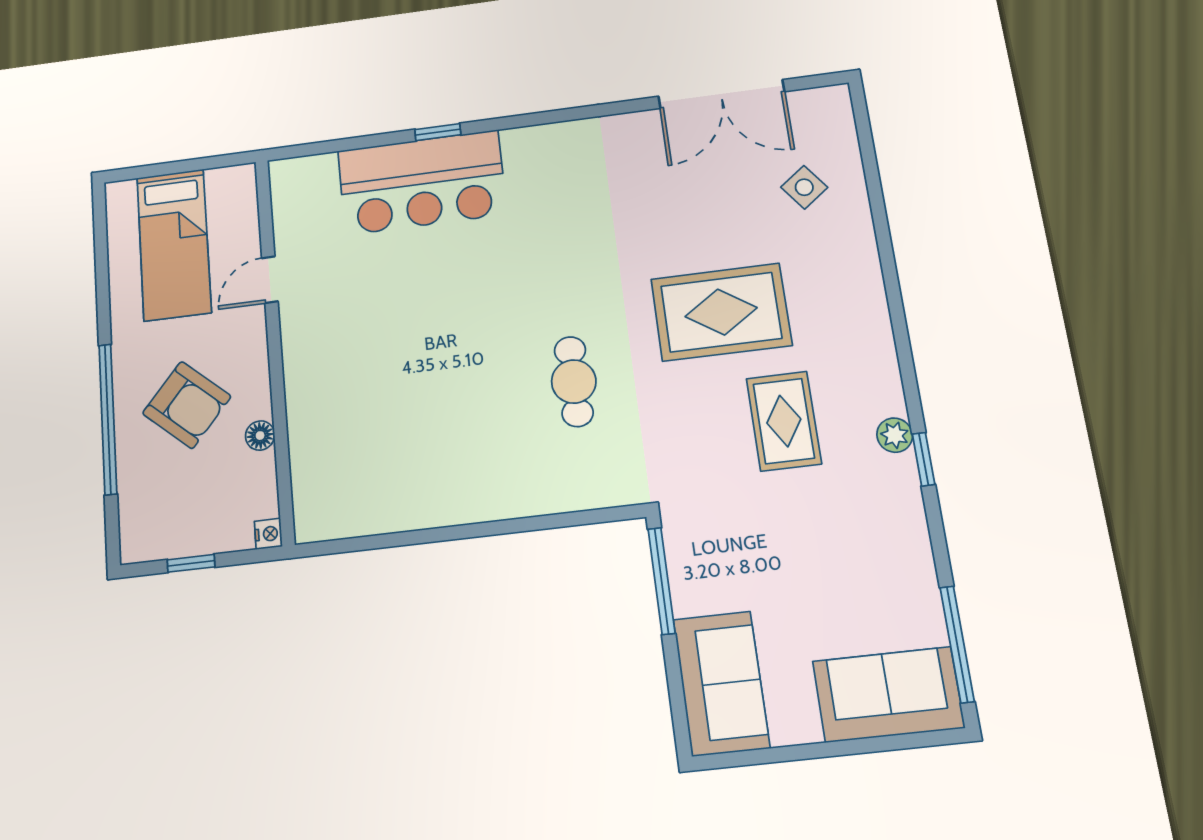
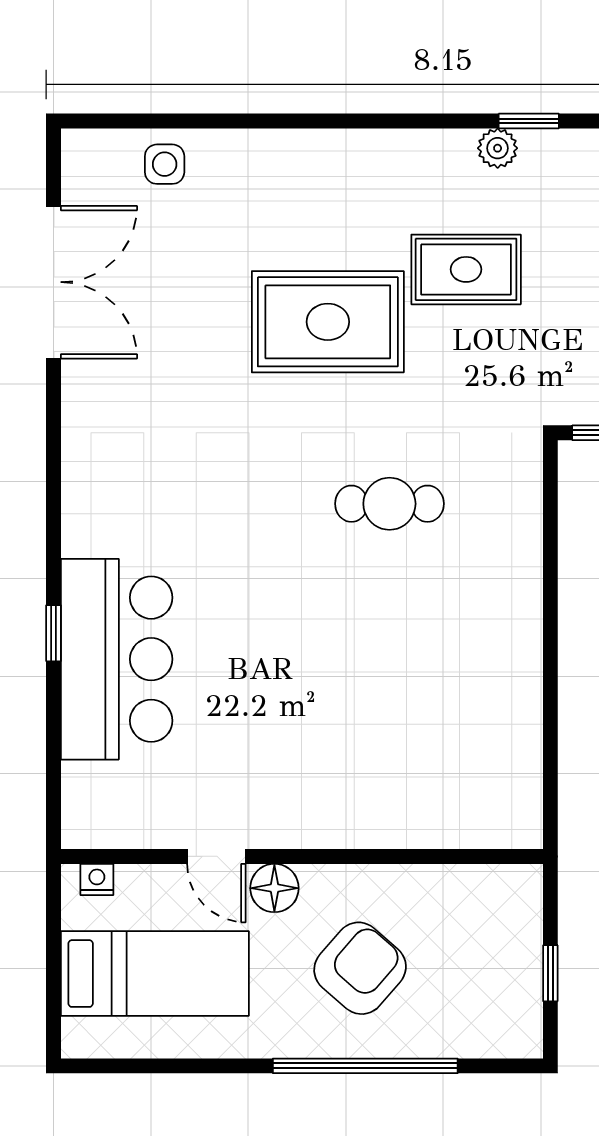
side table: (804, 187) -> (165, 164), moved, turned 37
rug: (721, 312) -> (328, 322), turned 90
floor lamp: (260, 435) -> (274, 888), moved, width x1.37, depth x1.37
nightstand: (268, 534) -> (97, 879), moved

